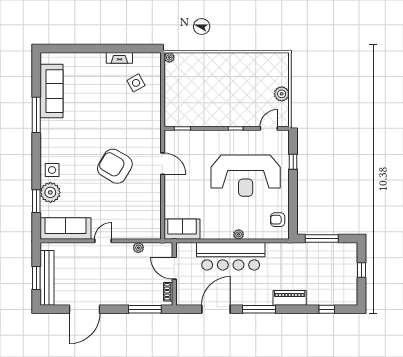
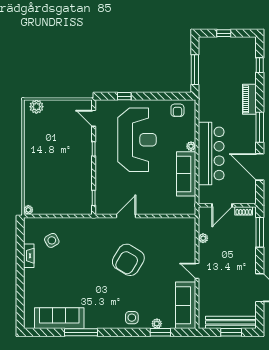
plant: (282, 94) -> (36, 107), moved
plant: (50, 192) -> (157, 324), width x0.53, depth x0.53
sofa: (182, 229) -> (186, 174), moved, width x1.36

